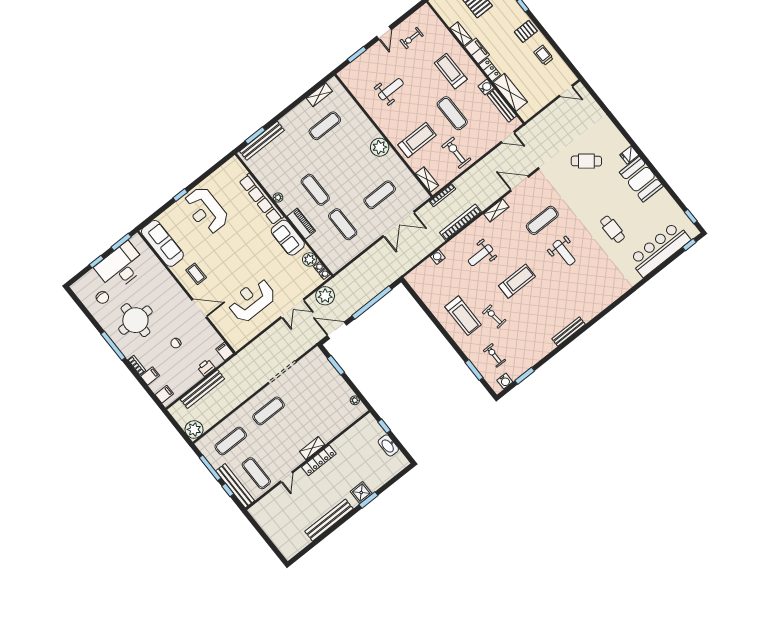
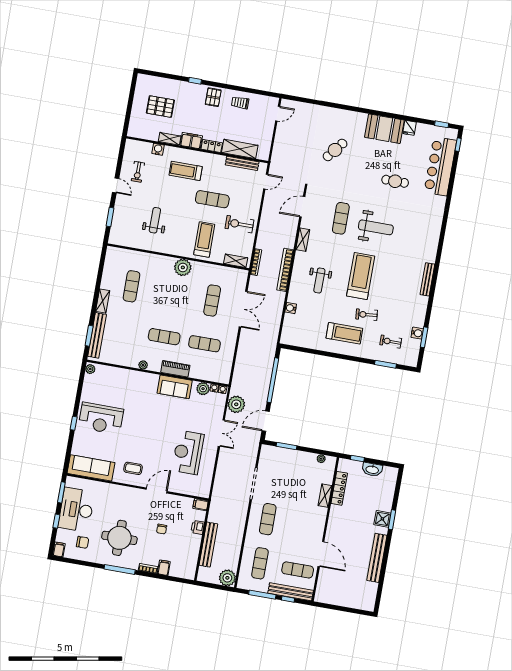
water cooler: (486, 87) -> (158, 149), moved
shelving: (319, 95) -> (103, 301), moved
fridge: (629, 155) -> (409, 128), moved
plant: (232, 163) -> (90, 369), added
row of seats: (261, 199) -> (132, 376), removed
weight bench: (564, 253) -> (376, 227), width x1.36, depth x1.33
treadmill: (517, 281) -> (361, 276), width x1.37, depth x1.38
water cooler: (505, 381) -> (417, 333), moved
filing cabinet: (164, 394) -> (59, 549), moved
shelving: (312, 448) -> (325, 496), moved
locker: (319, 460) -> (339, 488), moved
door: (286, 477) -> (321, 554), width x1.88

